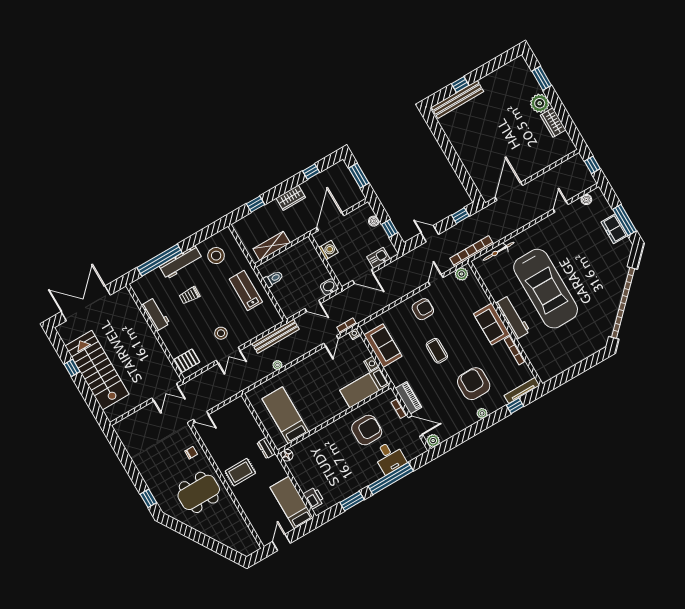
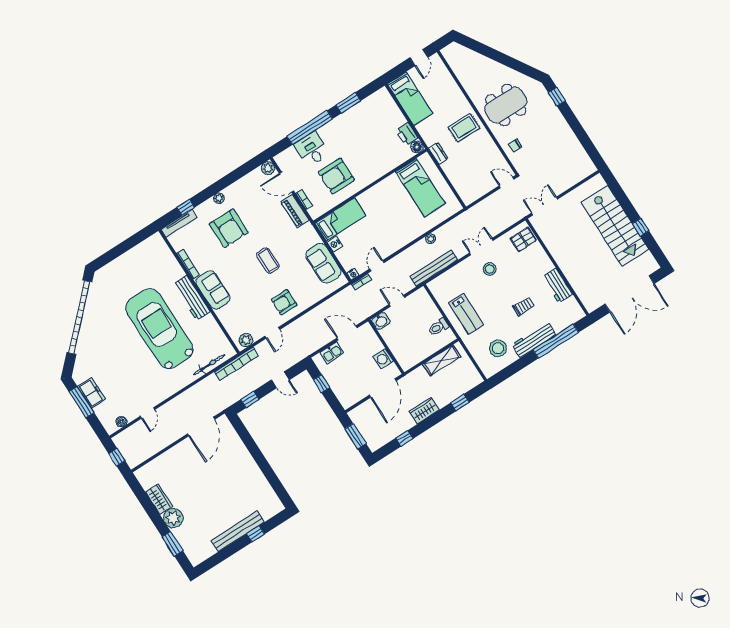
bench: (458, 99) -> (238, 531), moved
boiler: (374, 221) -> (338, 390), removed
printer: (314, 498) -> (407, 134), moved

